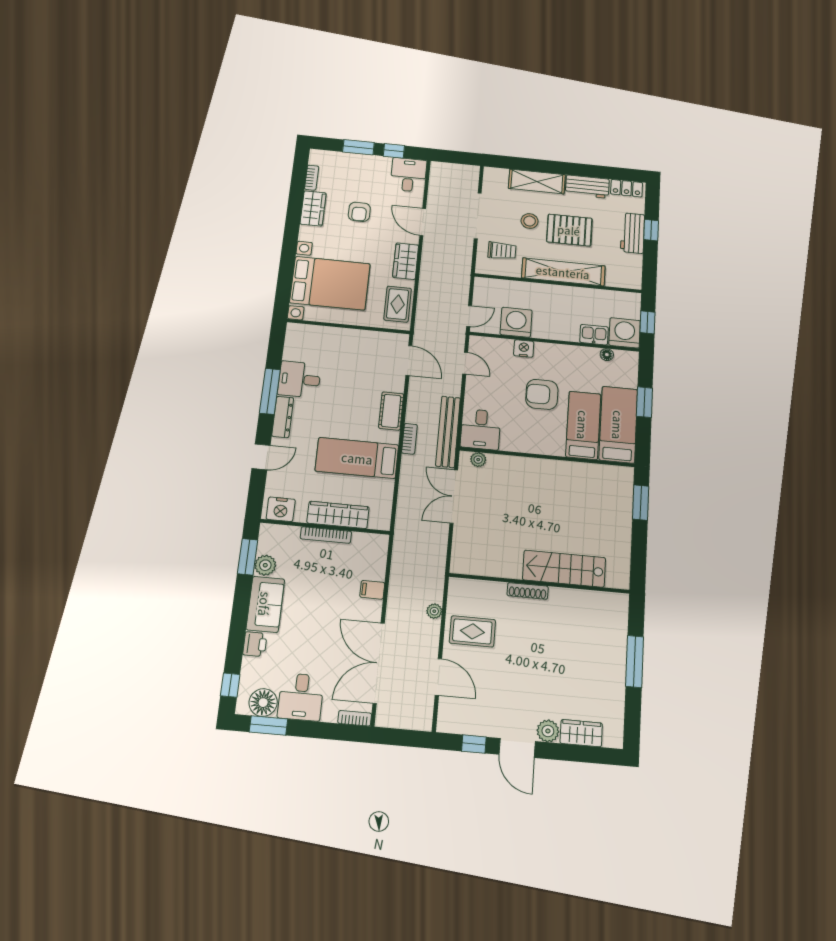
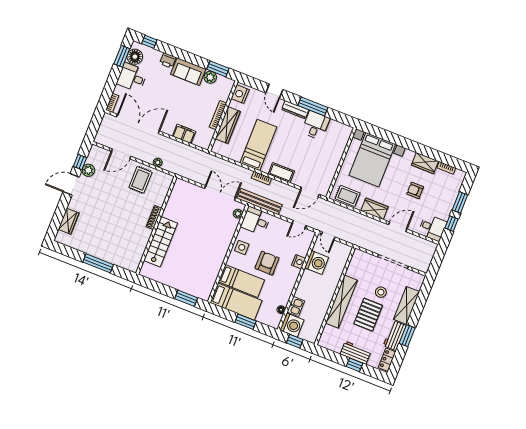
window: (581, 170) -> (407, 336), added
trolley: (502, 251) -> (366, 269), removed
side table: (530, 439) -> (242, 247), added
filing cabinet: (372, 590) -> (184, 134), width x2.00
plant: (548, 731) -> (88, 170), moved

